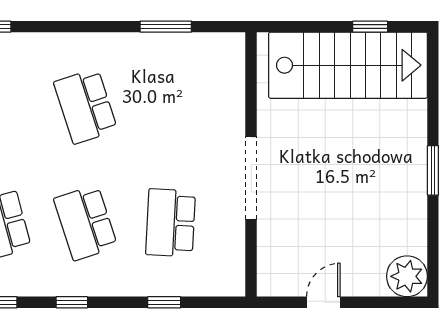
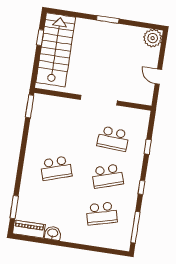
window: (166, 27) -> (30, 106), moved

